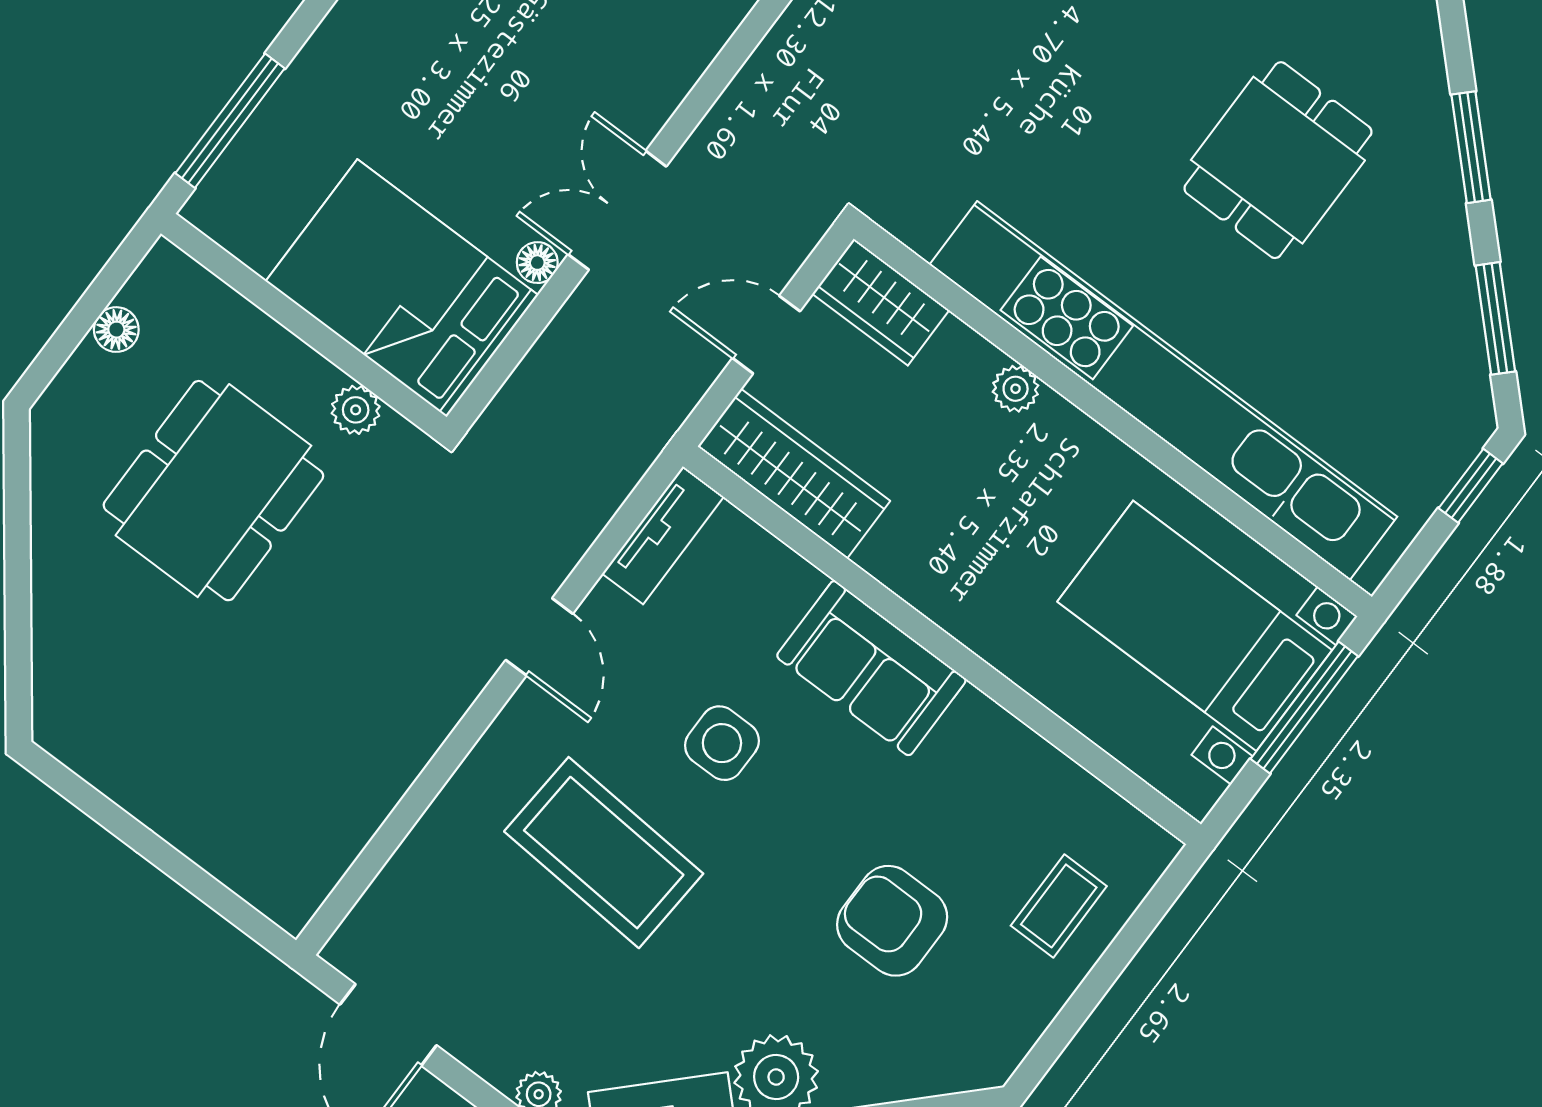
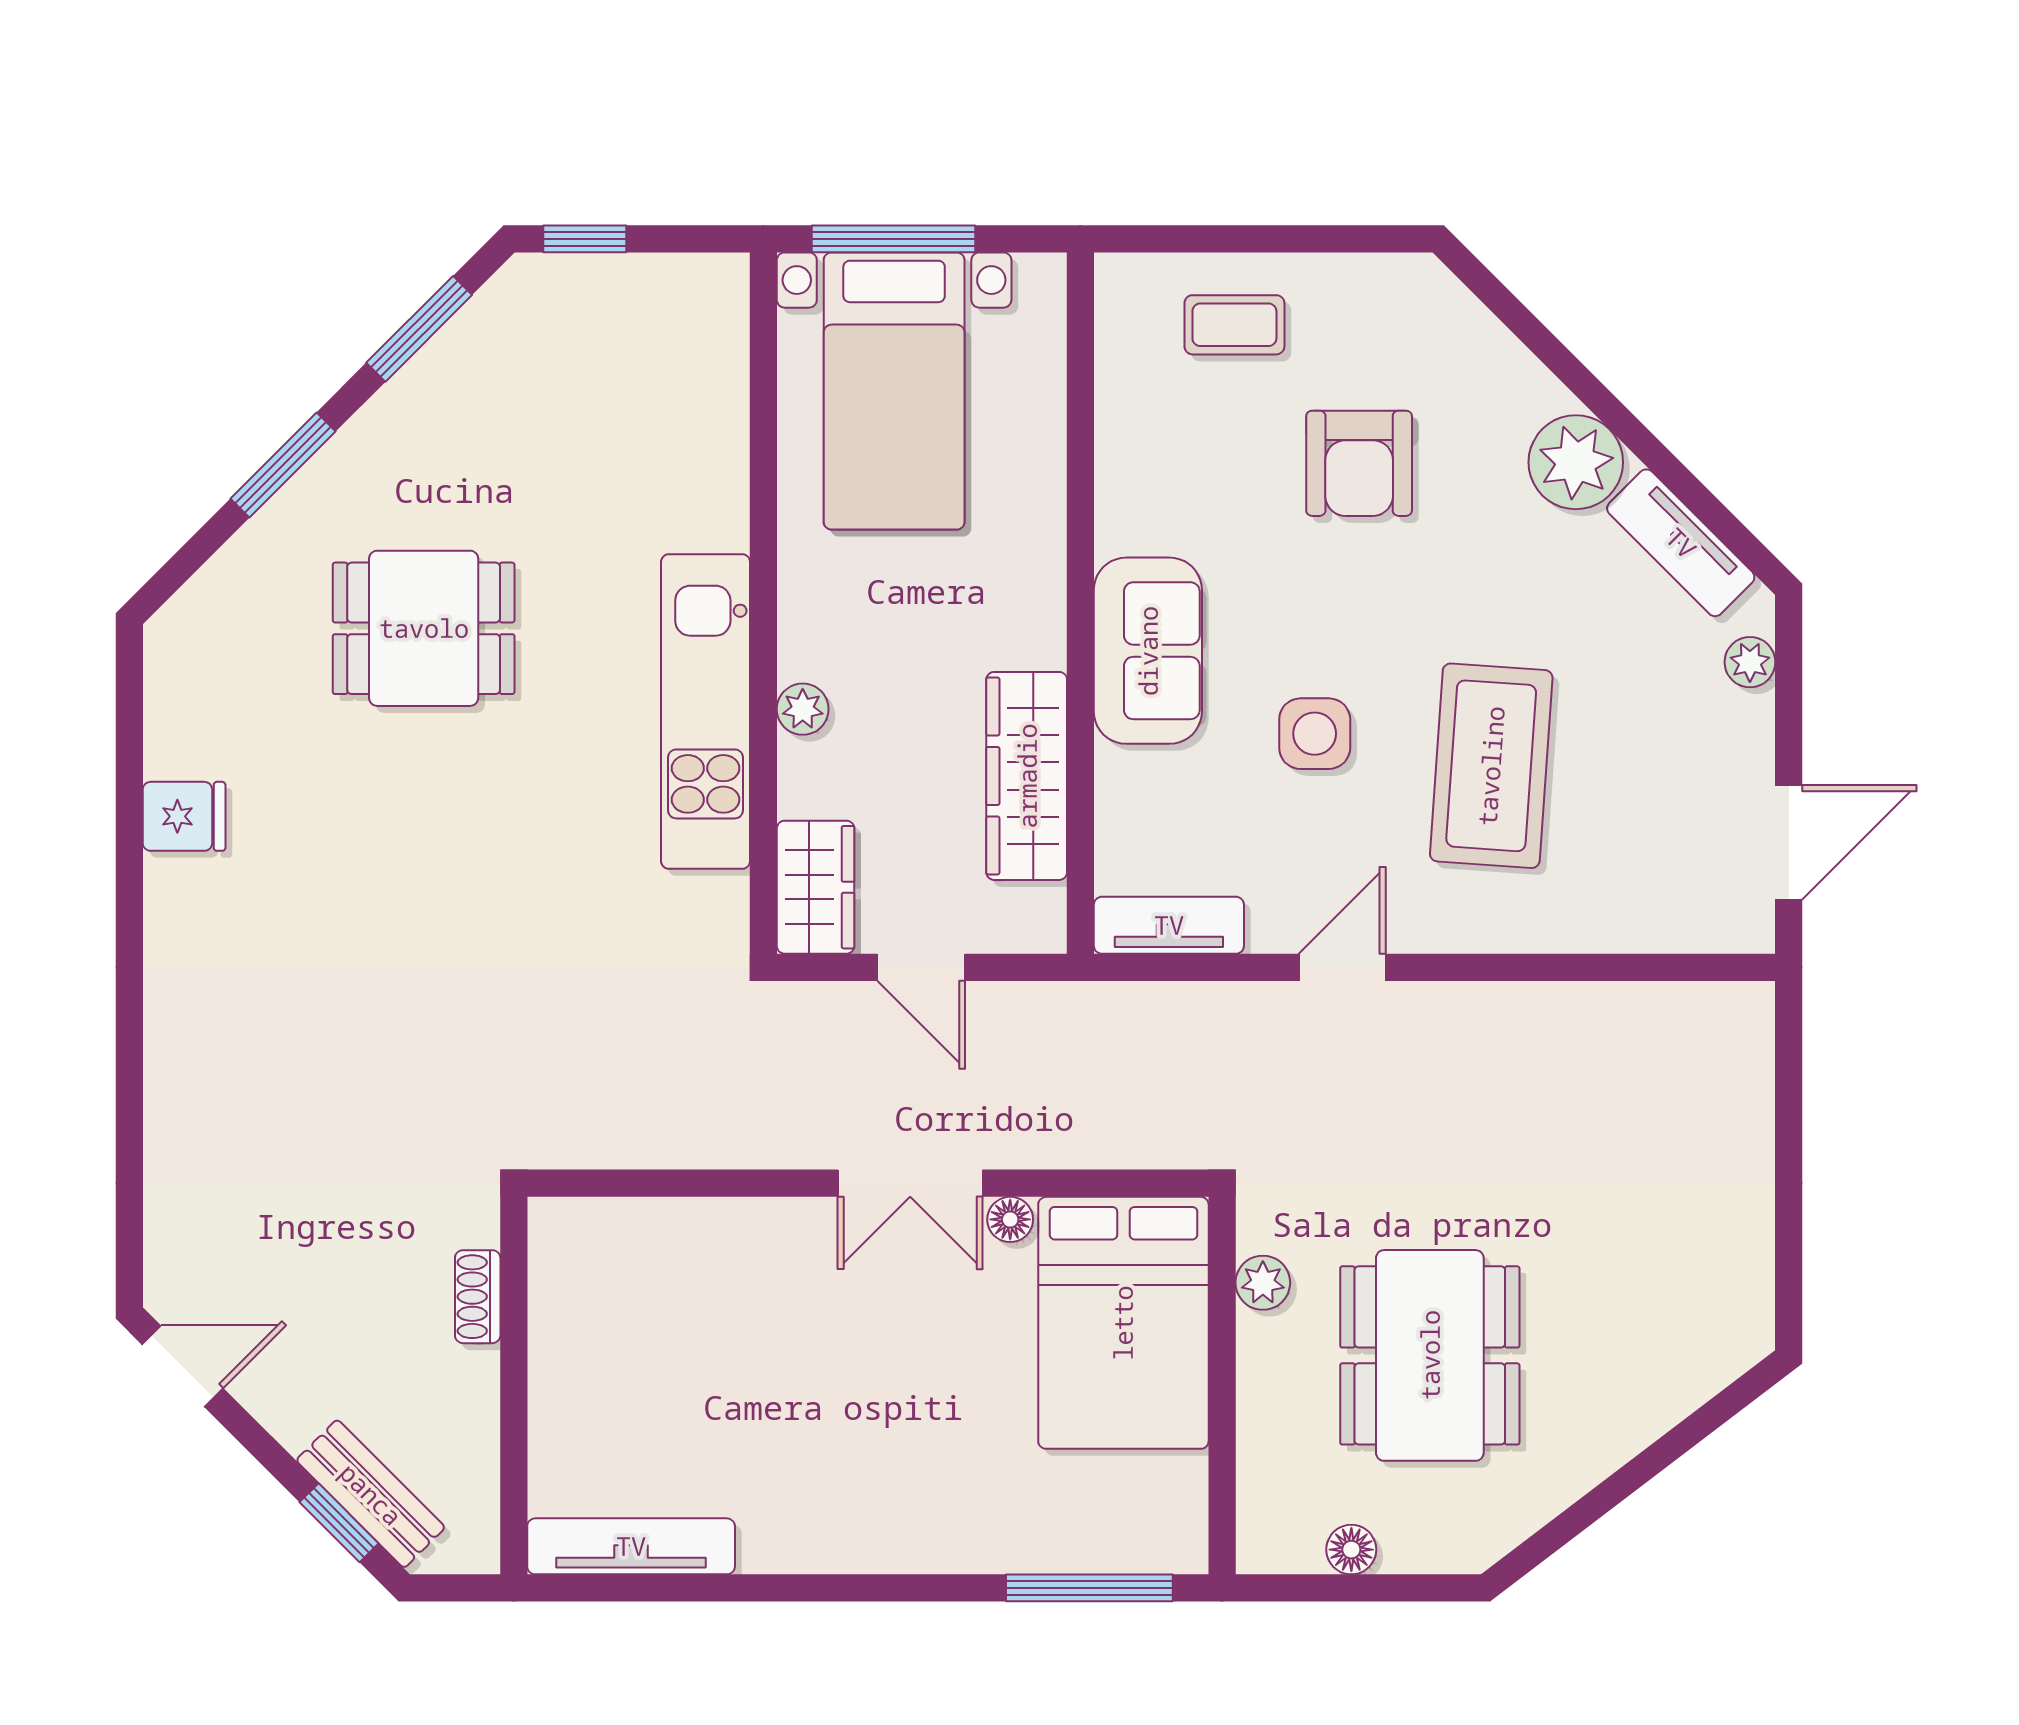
kitchen unit: (1163, 391) -> (706, 711), width x0.54
wardrobe: (794, 474) -> (1027, 776), moved
dining table: (213, 491) -> (1430, 1355), turned 90

